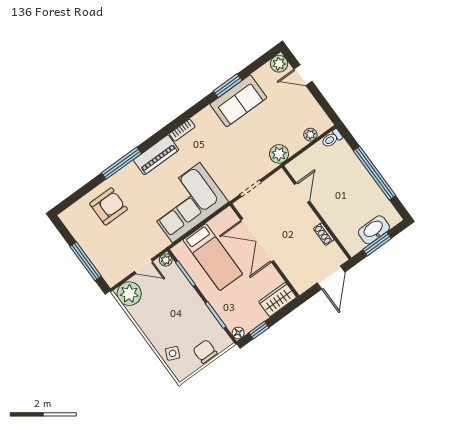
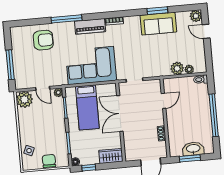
plant: (279, 154) -> (177, 68), moved

